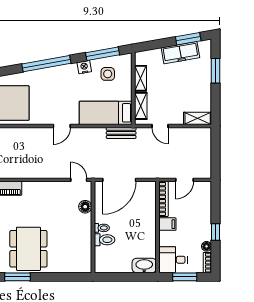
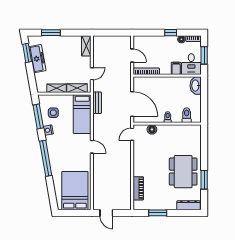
filing cabinet: (167, 224) -> (176, 68), moved
toilet: (104, 240) -> (187, 115), moved
dining table: (28, 249) -> (183, 172), turned 90

